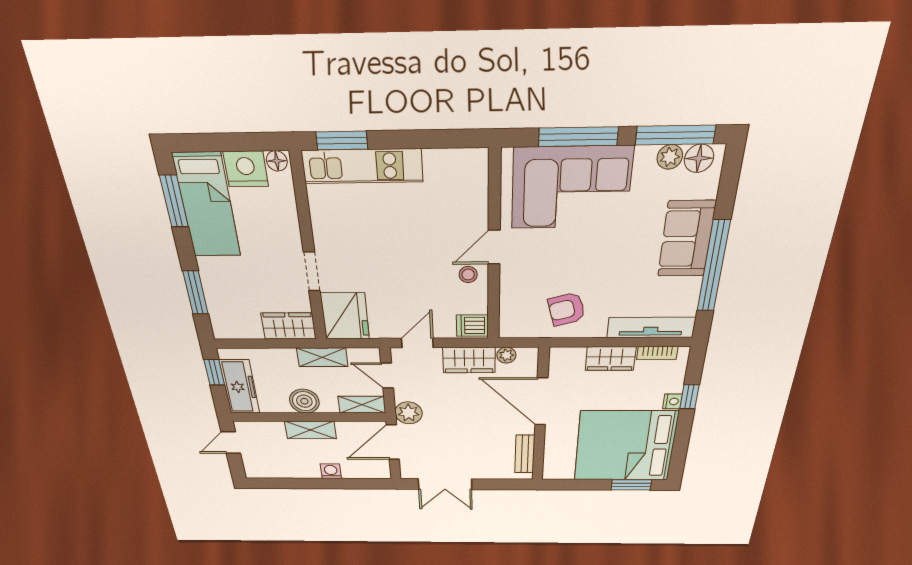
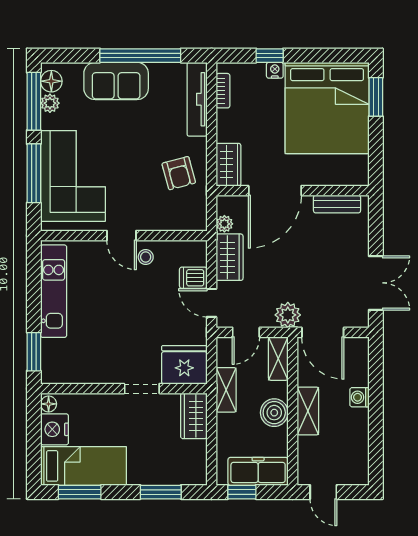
kitchen unit: (362, 166) -> (54, 291), moved
dishwasher: (472, 326) -> (193, 278), moved, turned 90
wardrobe: (611, 359) -> (228, 165), moved

